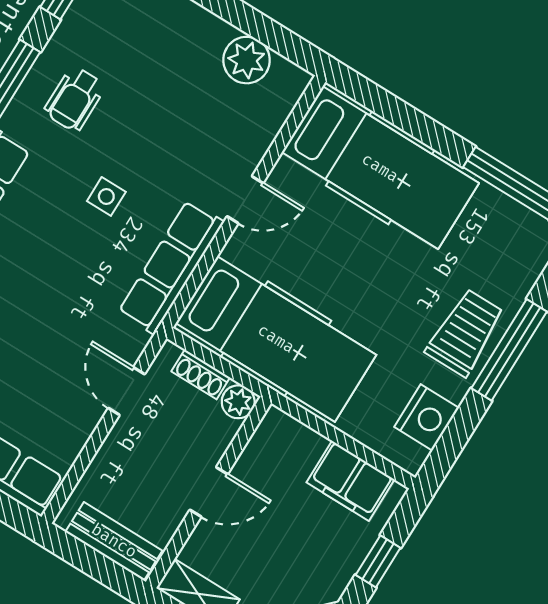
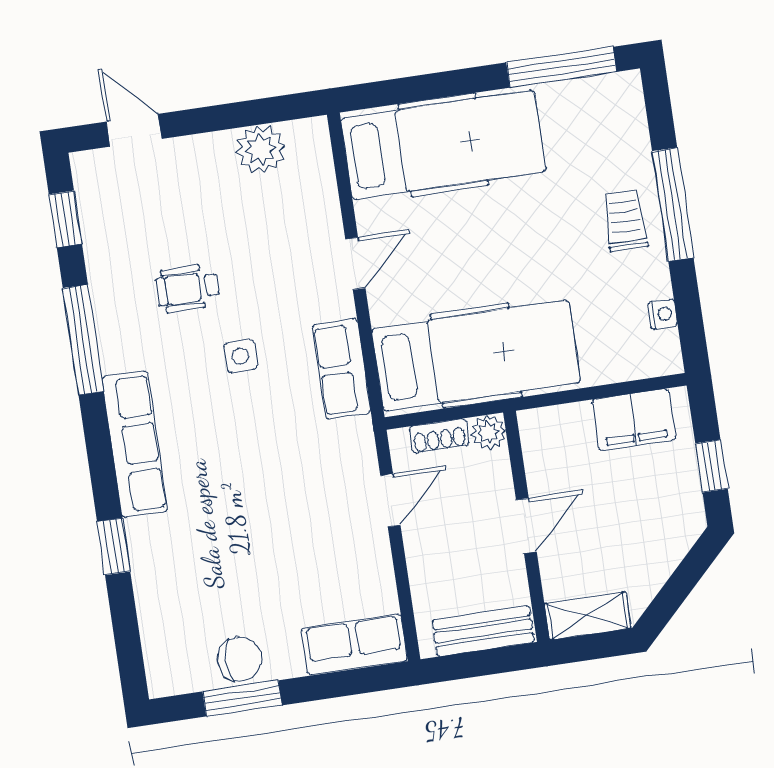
wheelchair: (75, 99) -> (188, 288), moved, turned 90
row of seats: (171, 267) -> (341, 369), width x0.68
trolley: (465, 333) -> (625, 221), width x0.73, depth x0.72
door: (126, 391) -> (390, 500), swing flipped
nightstand: (427, 417) -> (663, 314), width x0.53, depth x0.56

